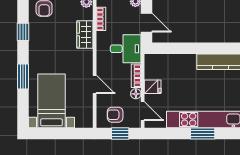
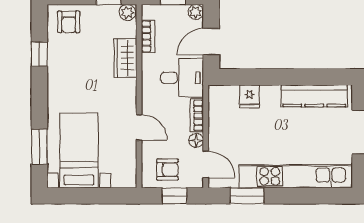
door: (147, 23) -> (211, 42), swing flipped
window: (23, 76) -> (39, 147), moved
fridge: (153, 87) -> (249, 96), moved, turned 90
armchair: (115, 115) -> (167, 170), turned 180
window: (203, 134) -> (247, 196), moved

